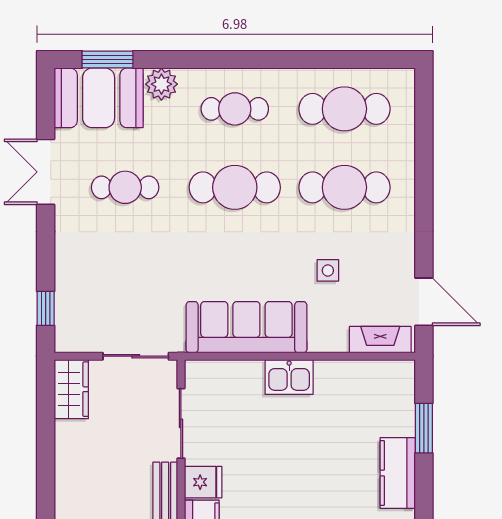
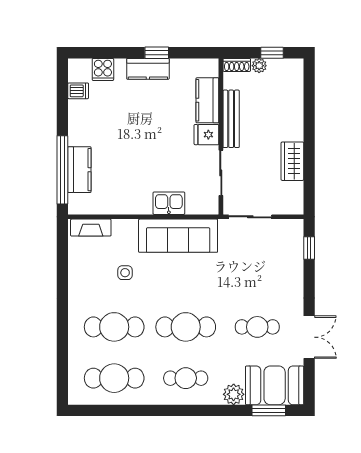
door: (424, 302) -> (62, 252), removed
kitchen sink: (289, 377) -> (169, 203), moved
wardrobe: (71, 389) -> (292, 161), moved
window: (424, 428) -> (62, 170), width x2.11
kitchen counter: (398, 473) -> (79, 170), moved

